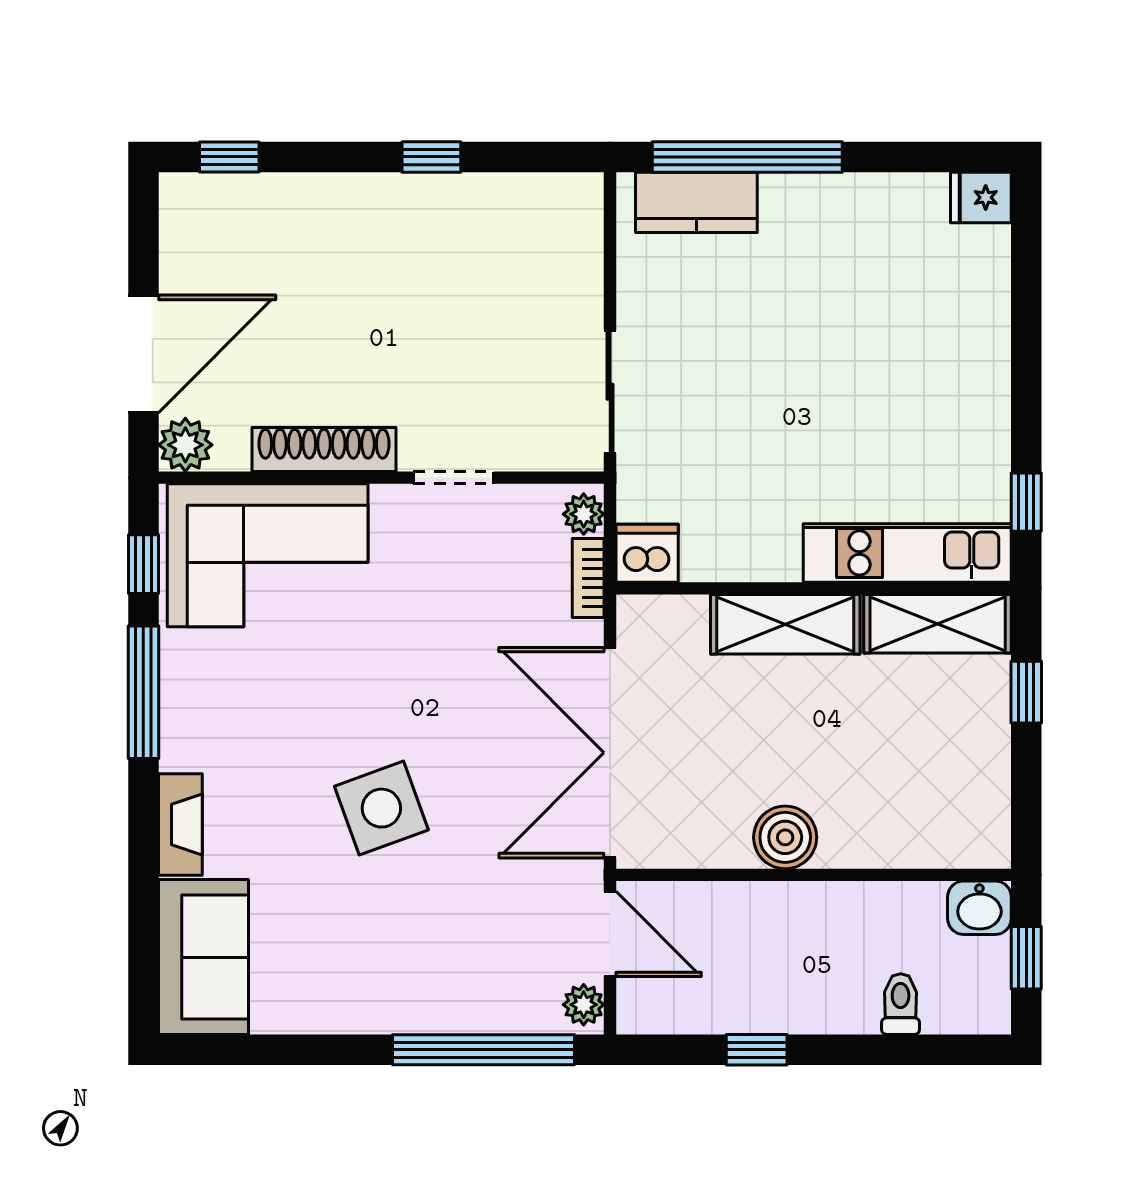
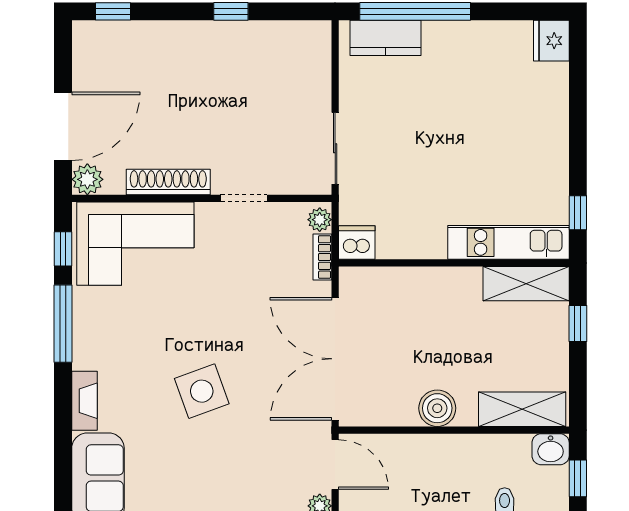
fridge: (981, 197) -> (551, 41), width x1.38
shelving: (785, 624) -> (522, 409), moved

